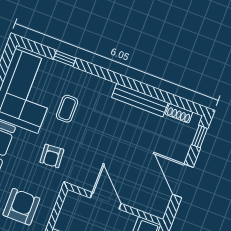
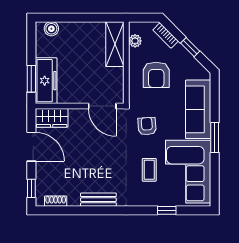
bench: (140, 100) -> (98, 200), width x0.73
door: (106, 201) -> (102, 106), moved
wardrobe: (150, 203) -> (52, 118), added

